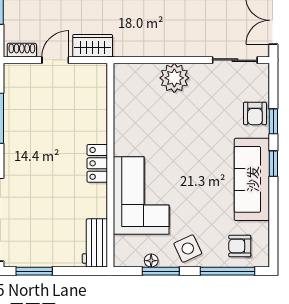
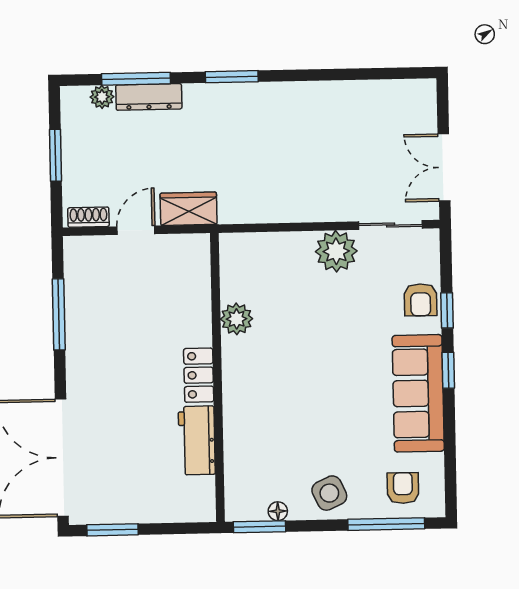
plant: (174, 78) -> (336, 251), moved
plant: (125, 124) -> (237, 319), added
corner sofa: (141, 196) -> (262, 419), removed
workbench: (95, 243) -> (197, 440), moved
armchair: (240, 246) -> (403, 488), turned 90
window: (161, 271) -> (260, 527), moved

